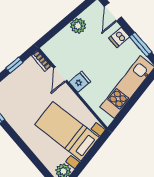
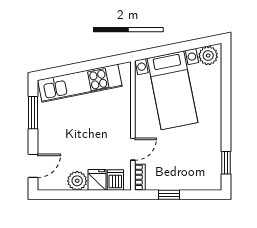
dishwasher: (119, 37) -> (115, 180), moved, turned -90
fridge: (80, 82) -> (97, 180), moved, turned 90

